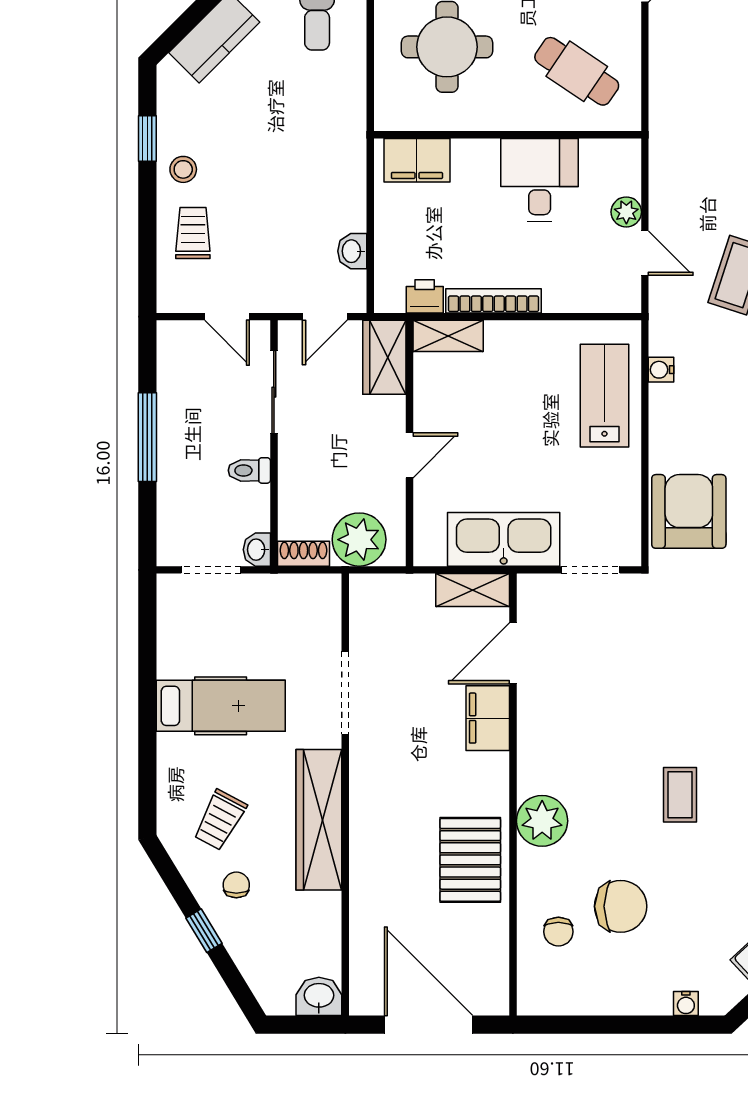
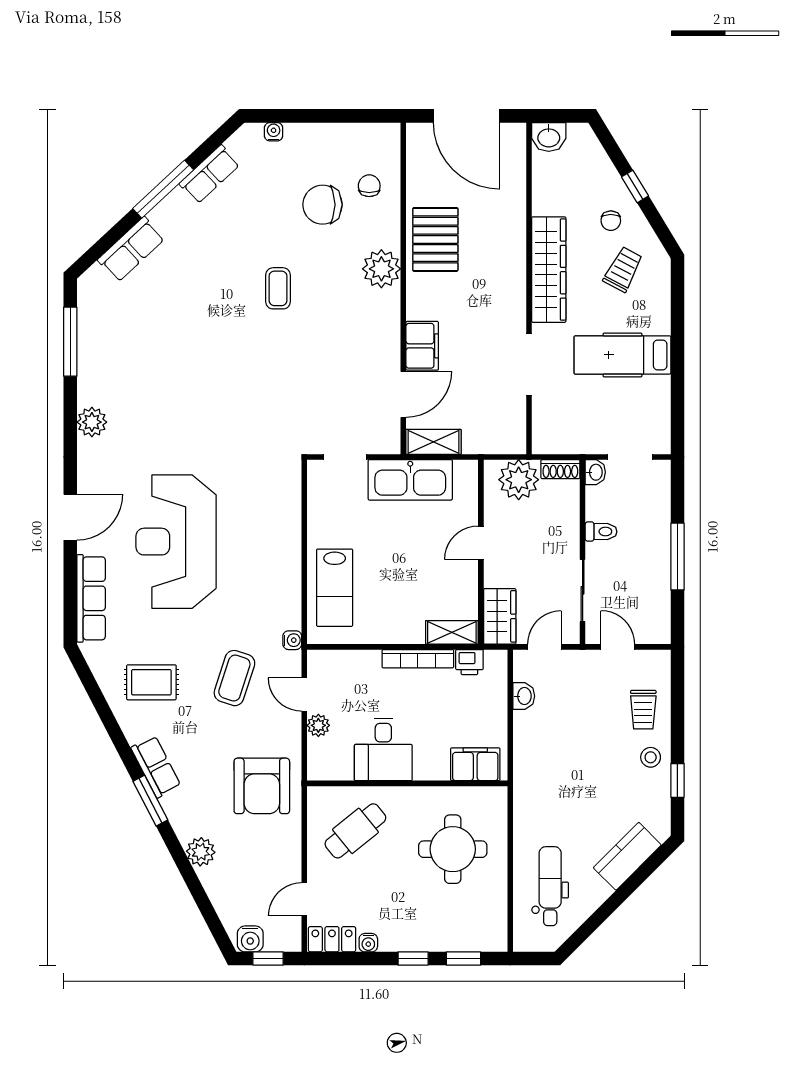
cafe table: (577, 71) -> (355, 831), turned -73
water cooler: (661, 370) -> (292, 640), moved
armchair: (689, 511) -> (262, 786), moved

